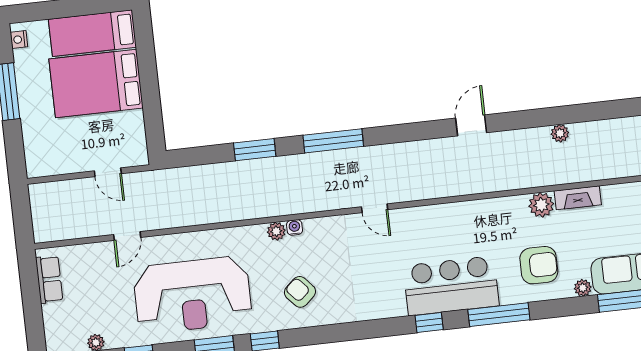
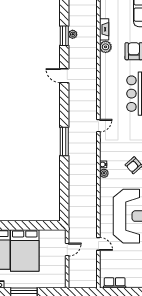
window: (255, 150) -> (64, 36), moved

